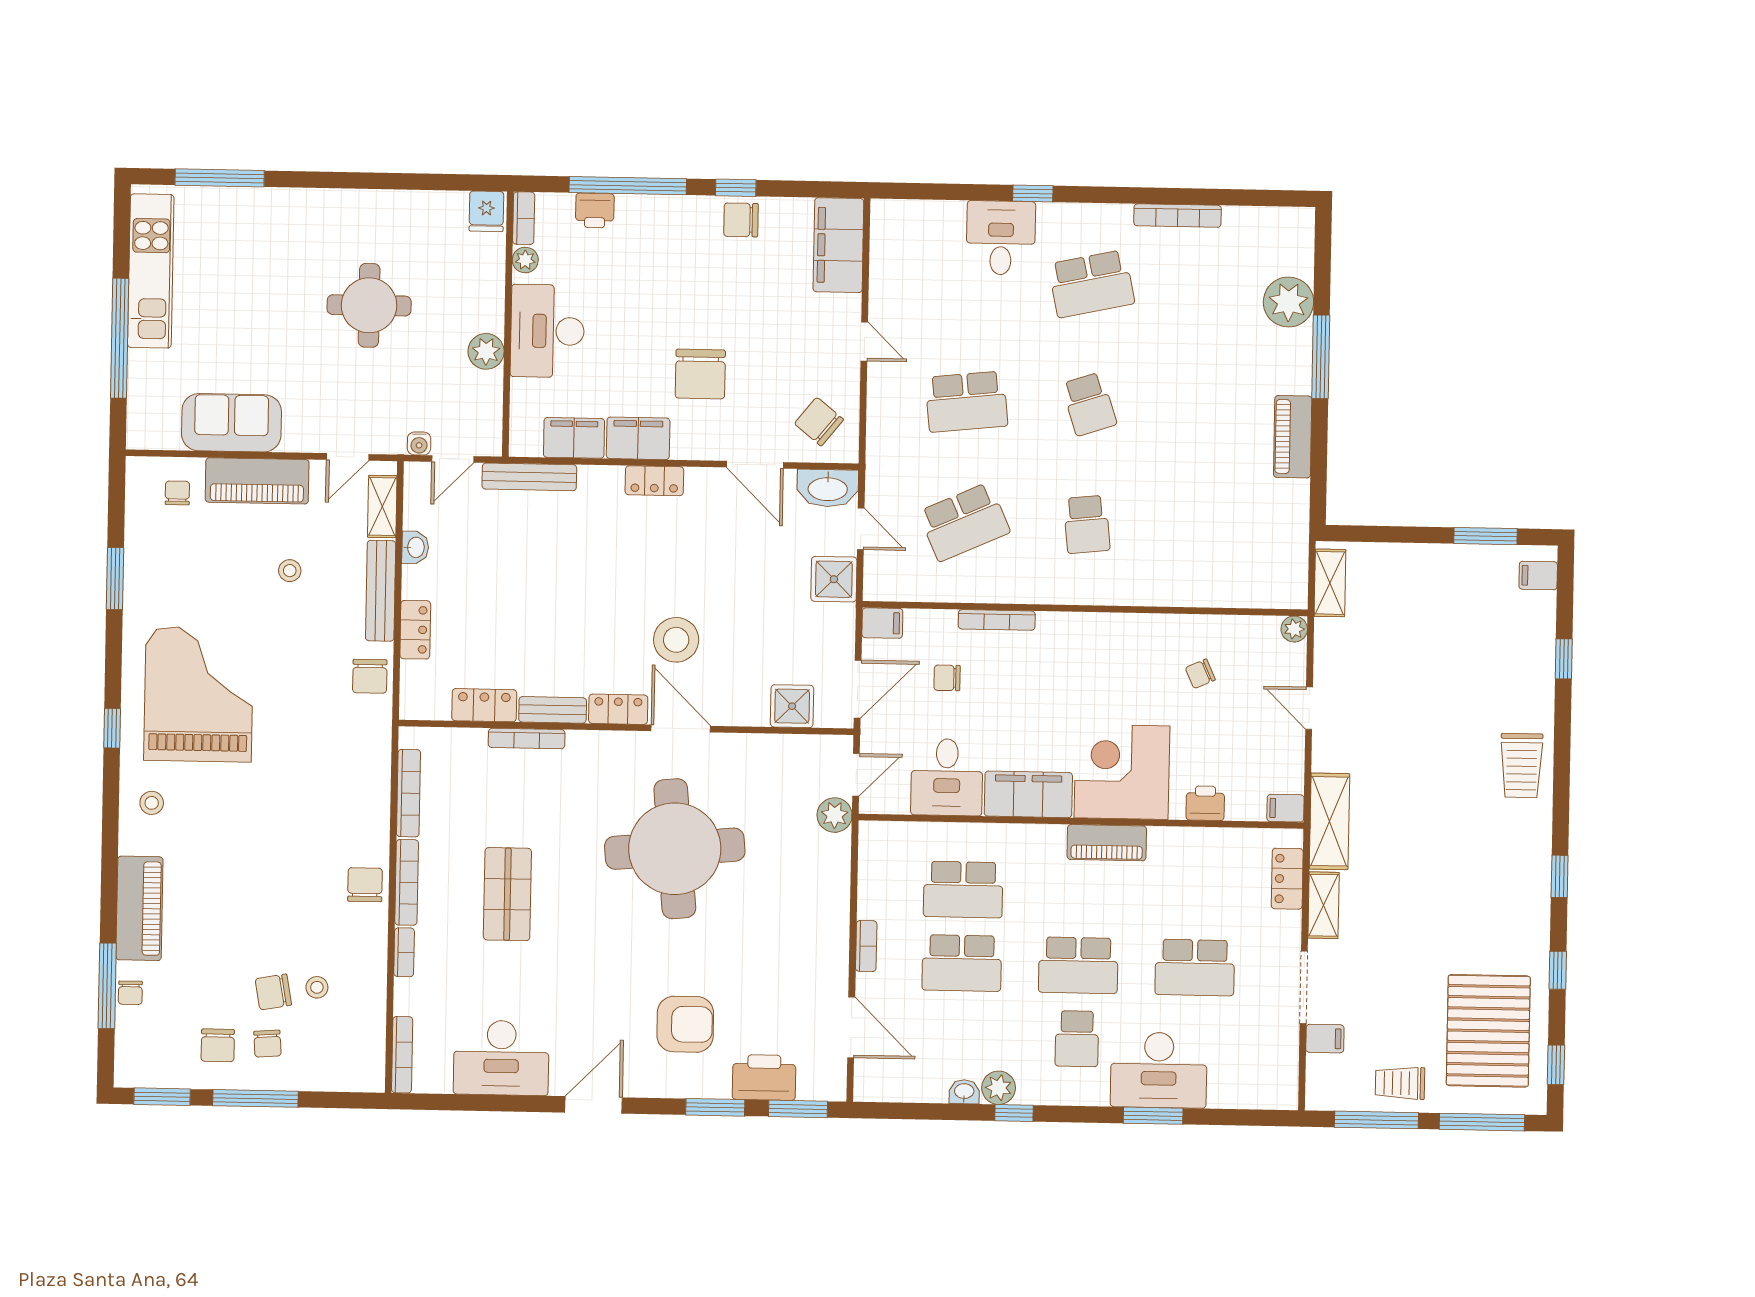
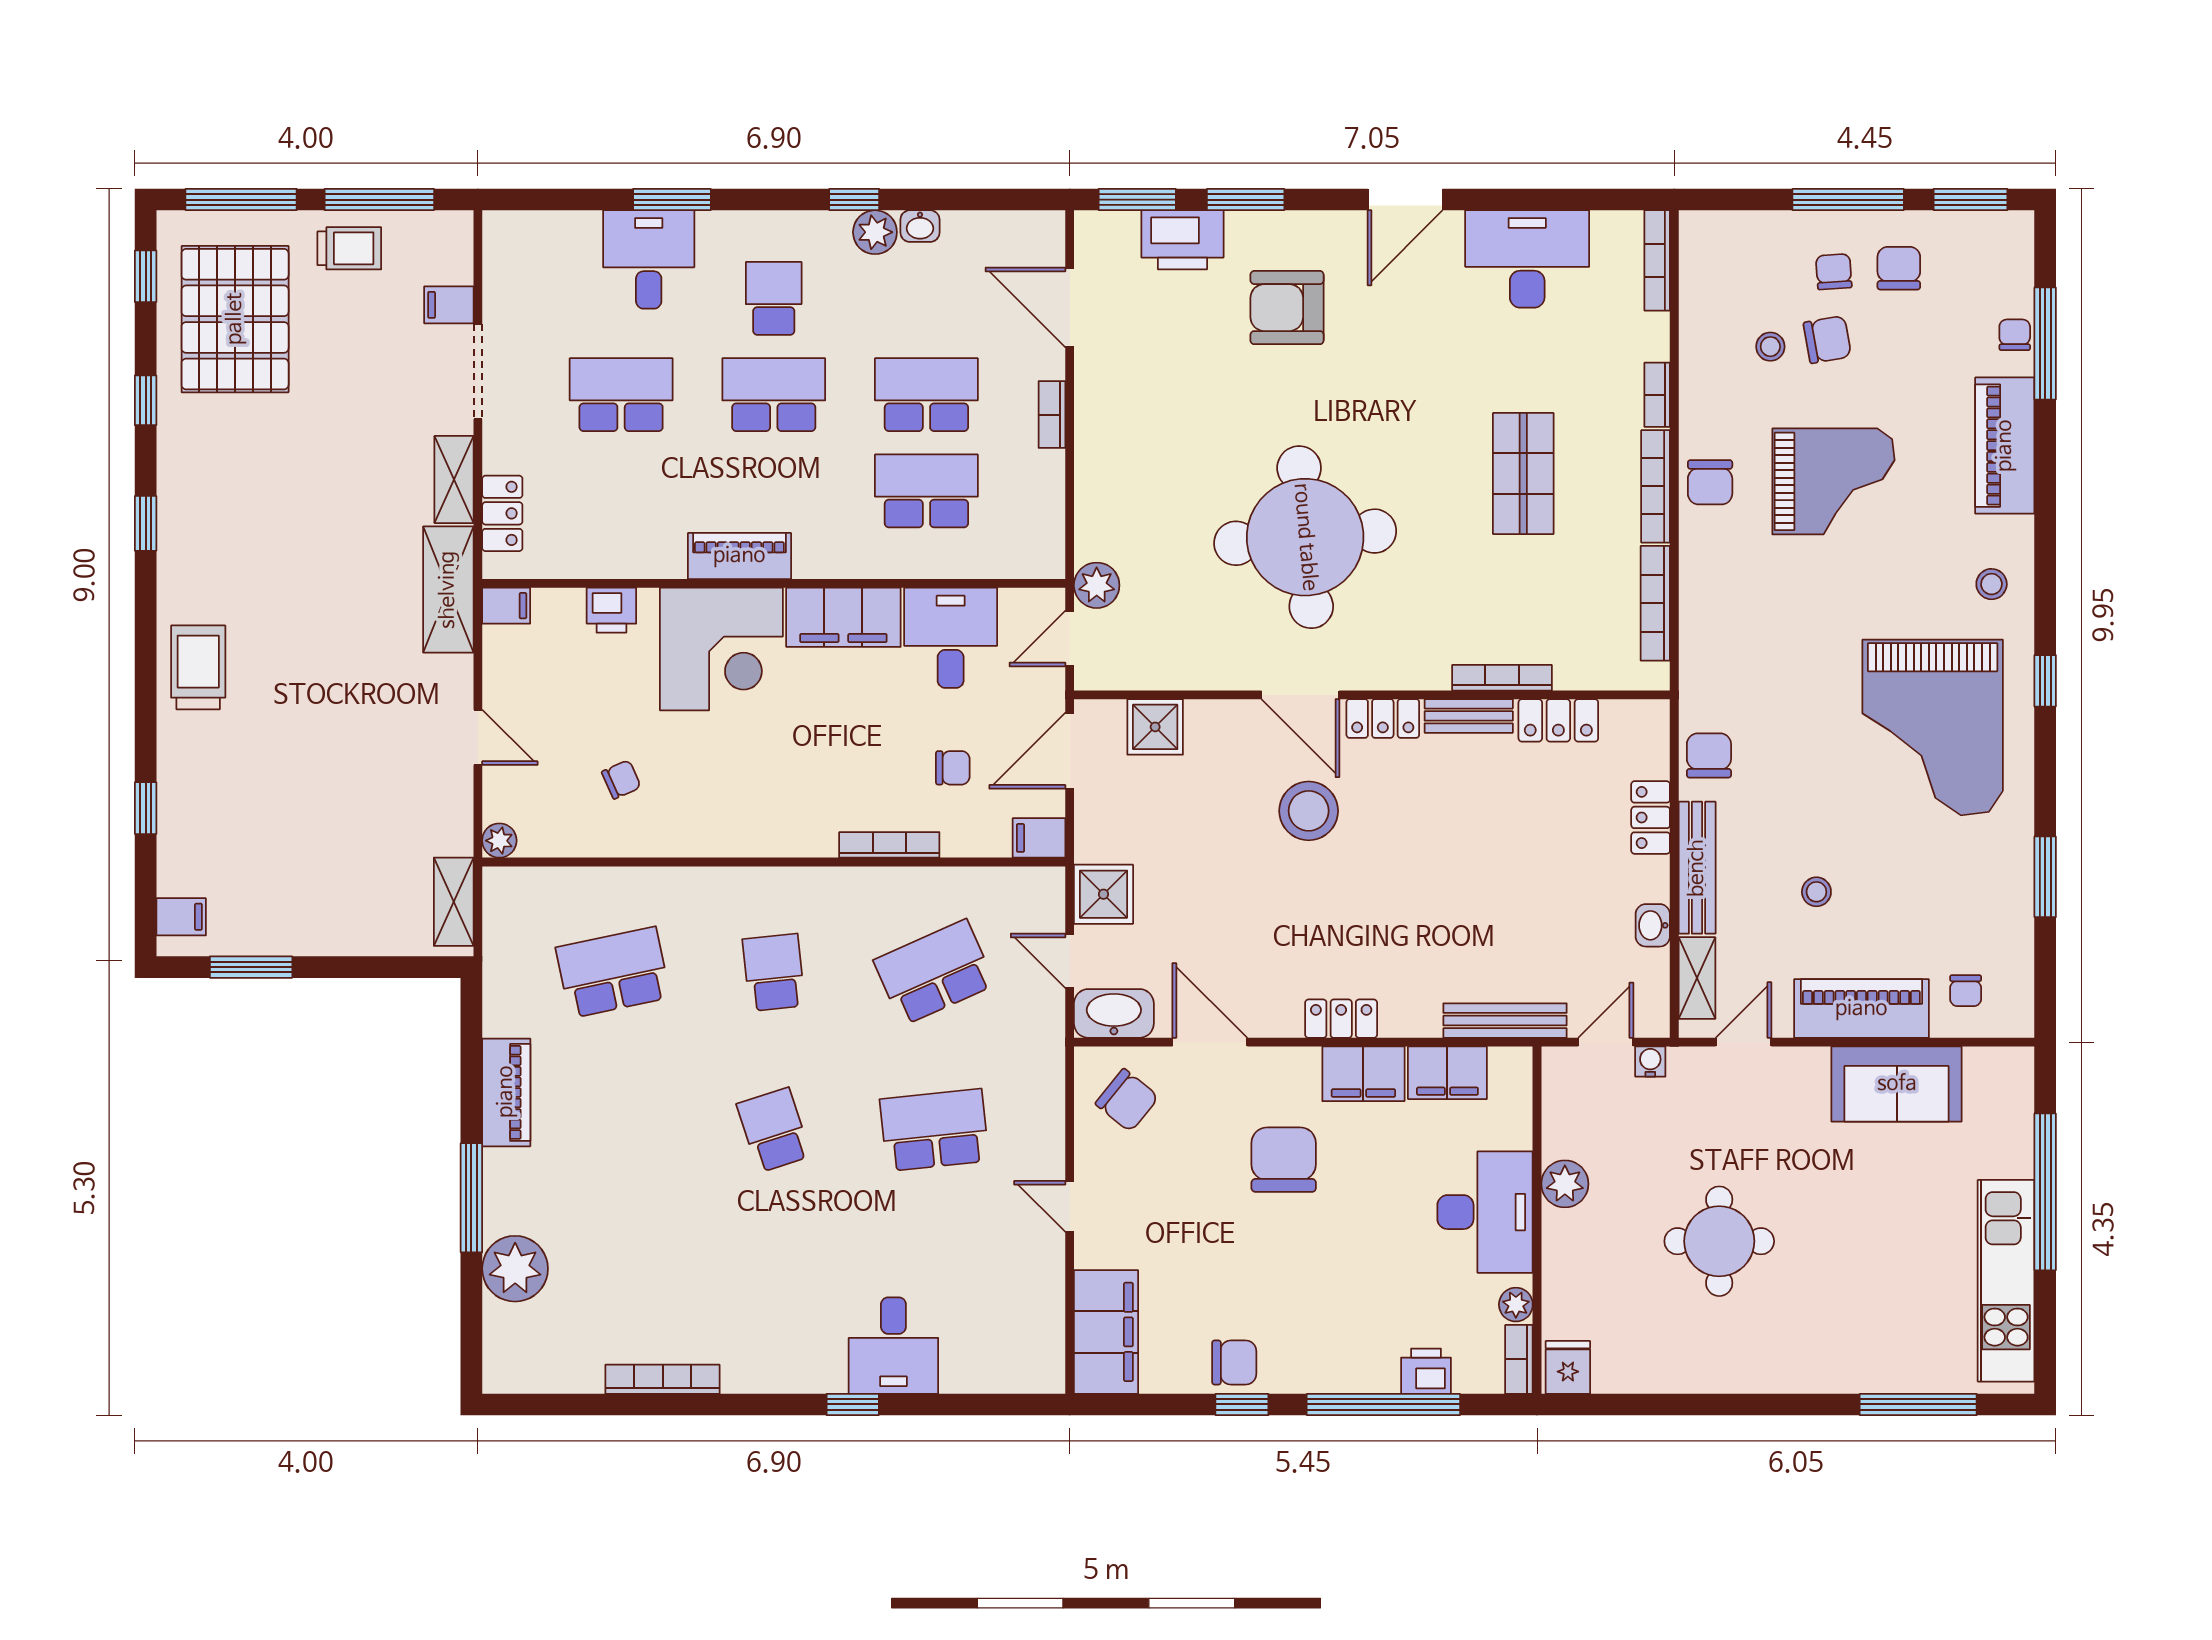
school desk: (1091, 284) -> (613, 972), moved
grand piano: (271, 884) -> (1833, 481), added
desk: (1159, 1070) -> (649, 259), width x0.73

